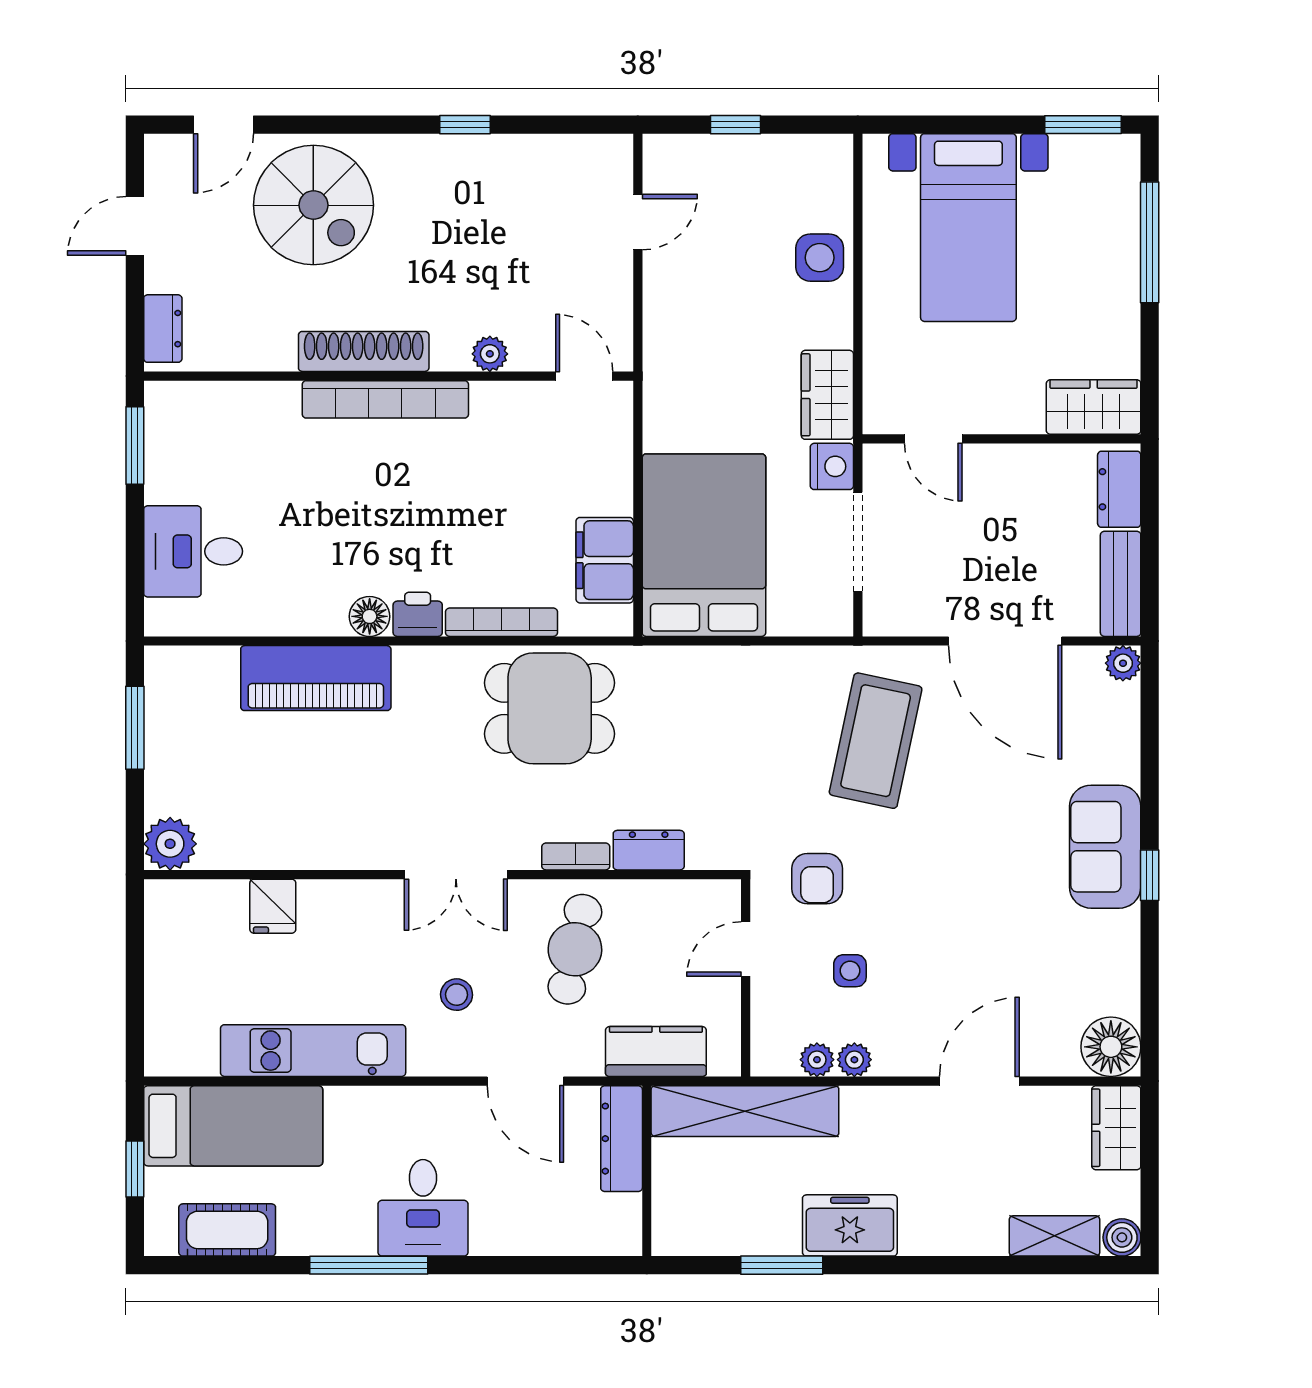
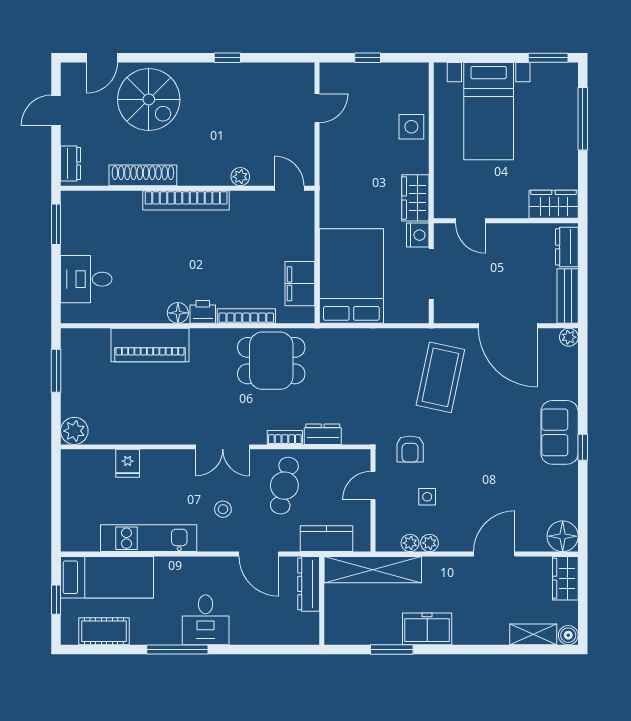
shoe rack: (364, 351) -> (143, 175), moved

